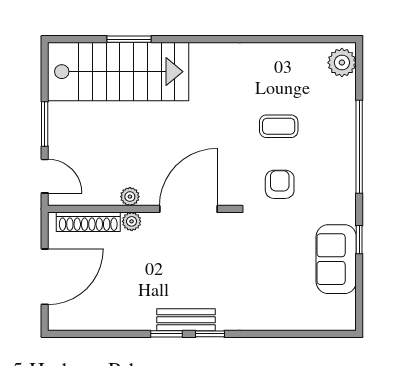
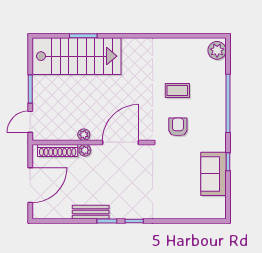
door: (45, 176) -> (30, 122), swing flipped
bench: (186, 320) -> (91, 212), moved

